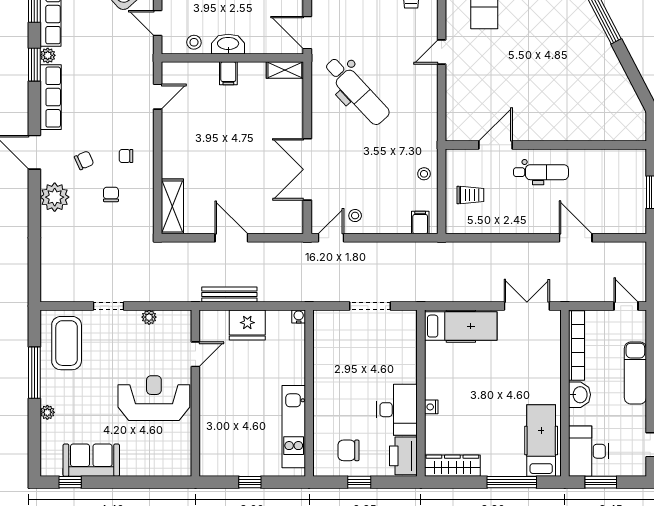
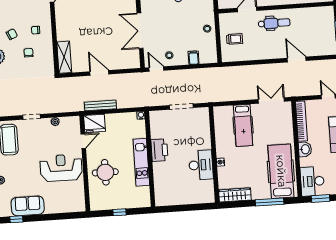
filing cabinet: (420, 223) -> (194, 58), moved
door: (331, 238) -> (156, 69), hinge flipped
fridge: (247, 325) -> (95, 123), moved
hospital bed: (461, 326) -> (243, 125), moved, turned 90
round table: (230, 411) -> (105, 172), added
kitchen unit: (294, 427) -> (141, 162), moved
hospital bed: (541, 441) -> (281, 171), width x1.37, depth x1.29
chair: (349, 450) -> (175, 190), removed
printer: (403, 456) -> (159, 150), moved, turned 180
window: (359, 482) -> (182, 208), removed

